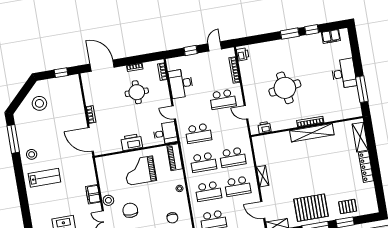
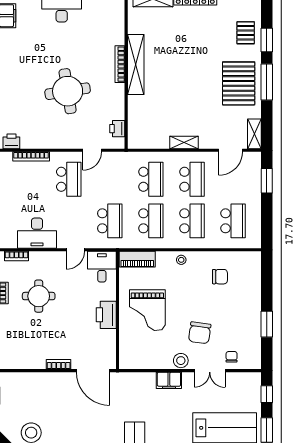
door: (91, 139) -> (93, 371), hinge flipped
chair: (130, 210) -> (200, 333), turned -82

